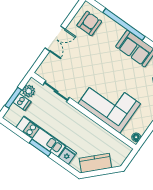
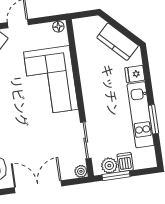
double door: (55, 39) -> (38, 187), width x1.37
plant: (41, 72) -> (81, 171), added
window: (13, 98) -> (116, 176), moved
window: (40, 148) -> (153, 119), moved

